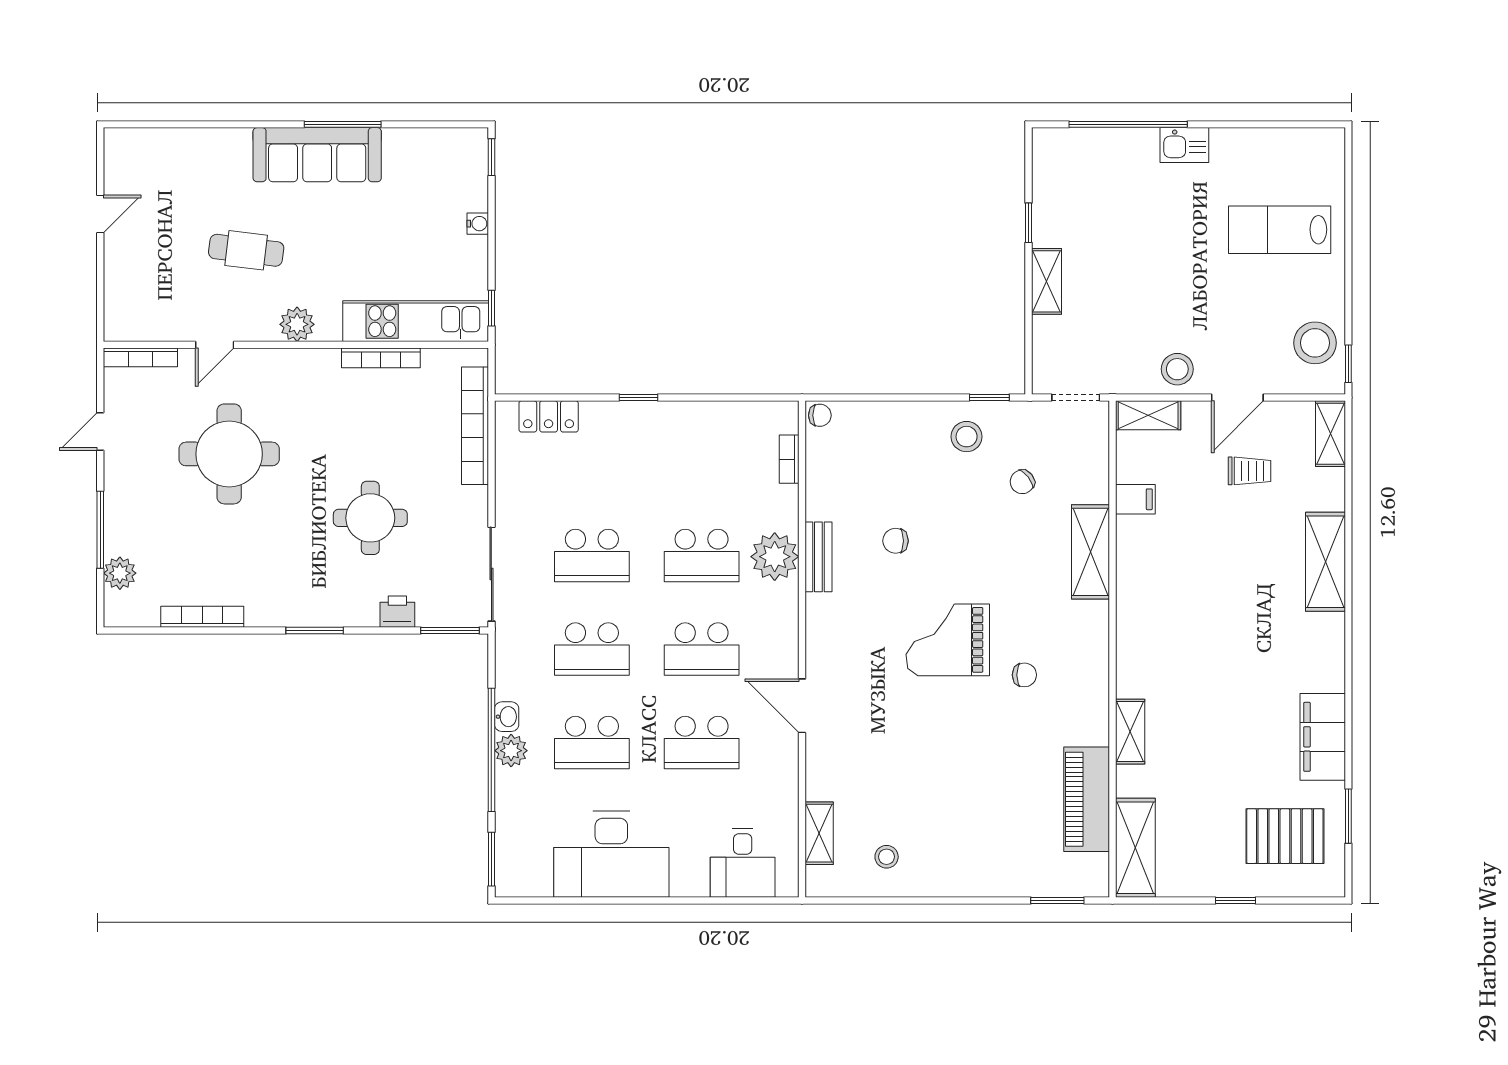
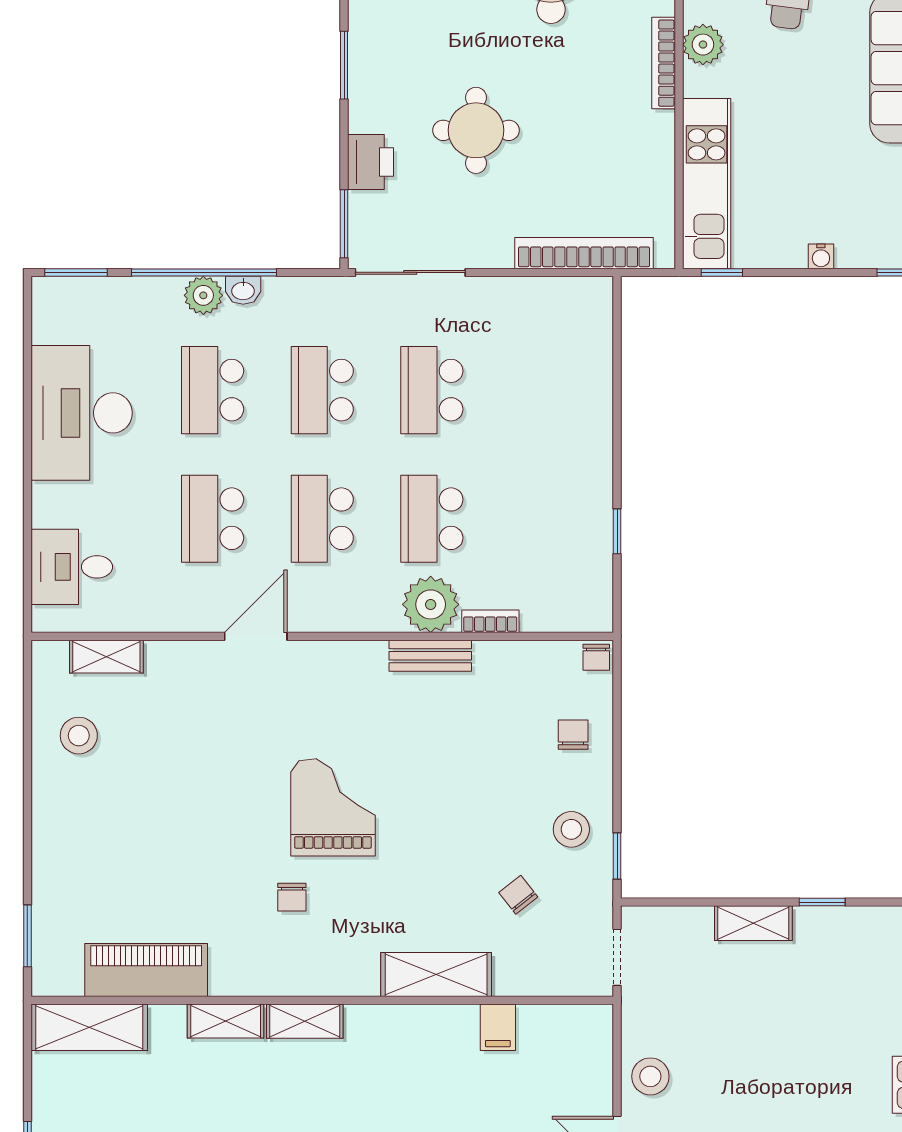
bookcase: (381, 358) -> (664, 63), moved
window: (638, 398) -> (617, 531), moved
shelving: (1148, 415) -> (305, 1021), moved, turned 90
locker: (549, 416) -> (595, 339), removed
bookcase: (789, 459) -> (490, 621), moved
chair: (895, 541) -> (573, 735), moved
printer: (397, 612) -> (371, 162), width x1.36, depth x1.24
stool: (887, 857) -> (79, 736), width x1.37, depth x1.37

